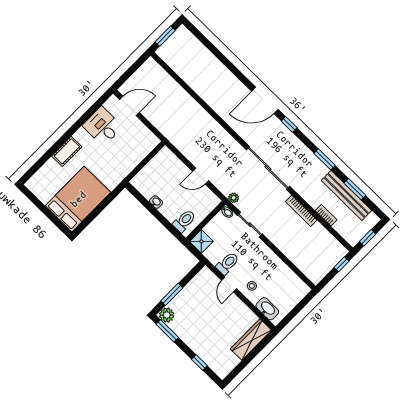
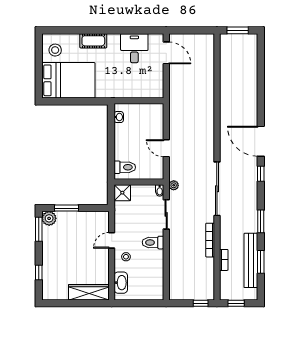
stool: (46, 187) -> (55, 50), added
washbasin: (156, 202) -> (119, 117), moved
toilet: (228, 263) -> (153, 243), moved, turned 180

